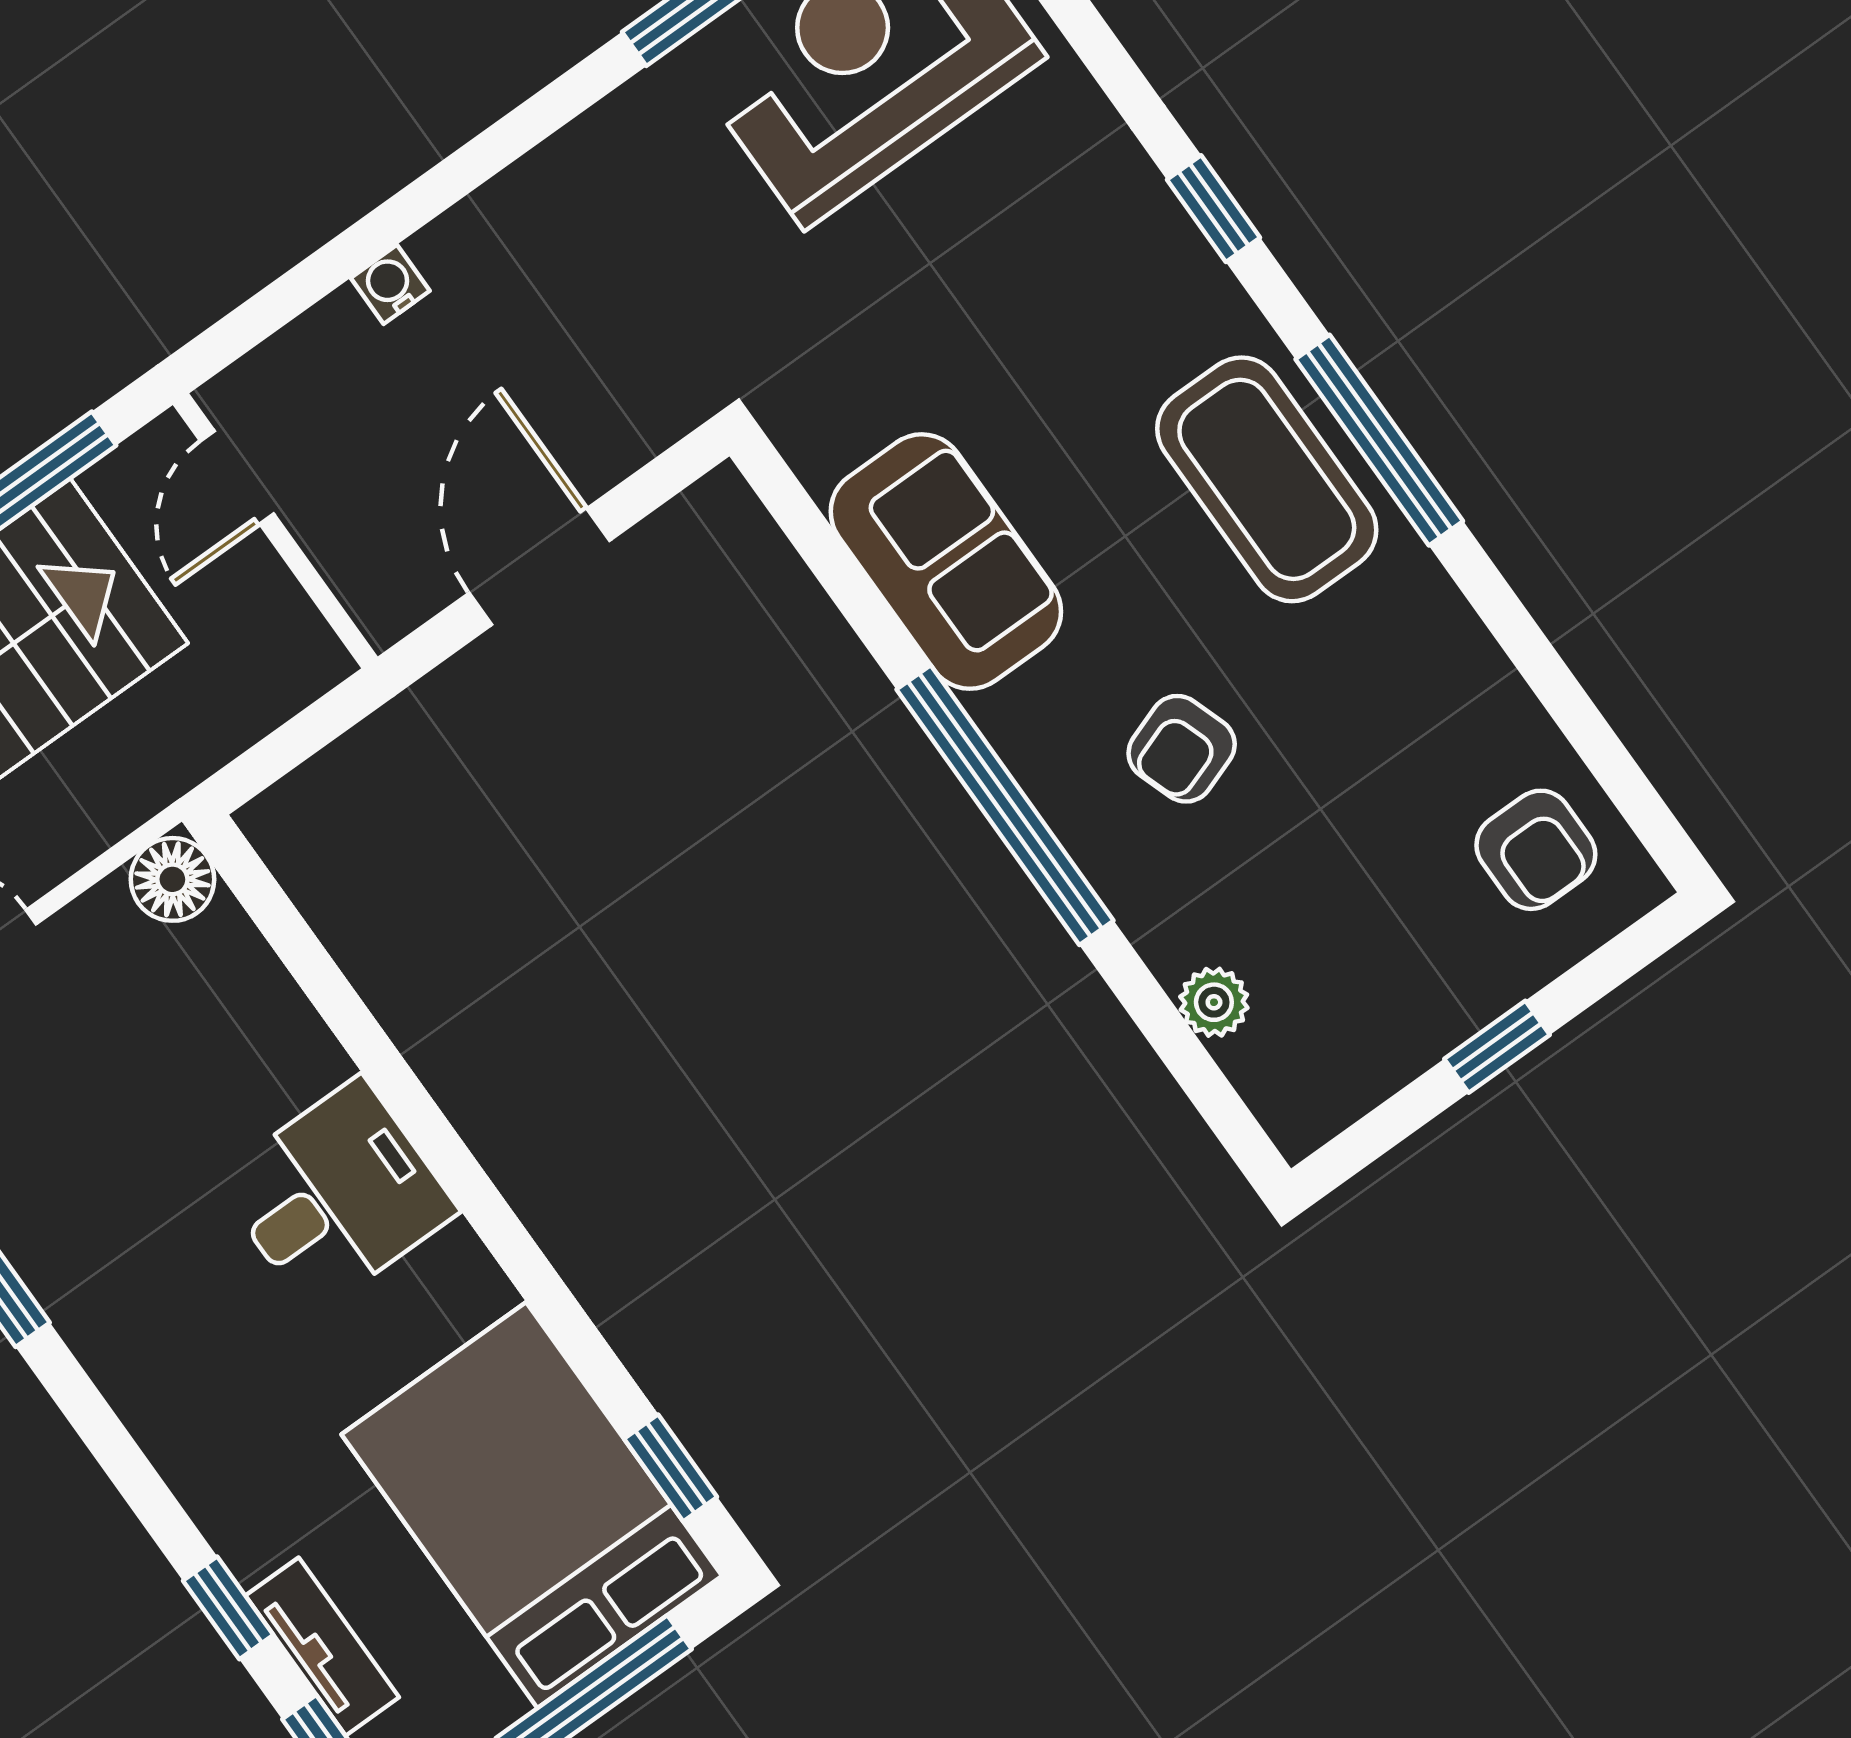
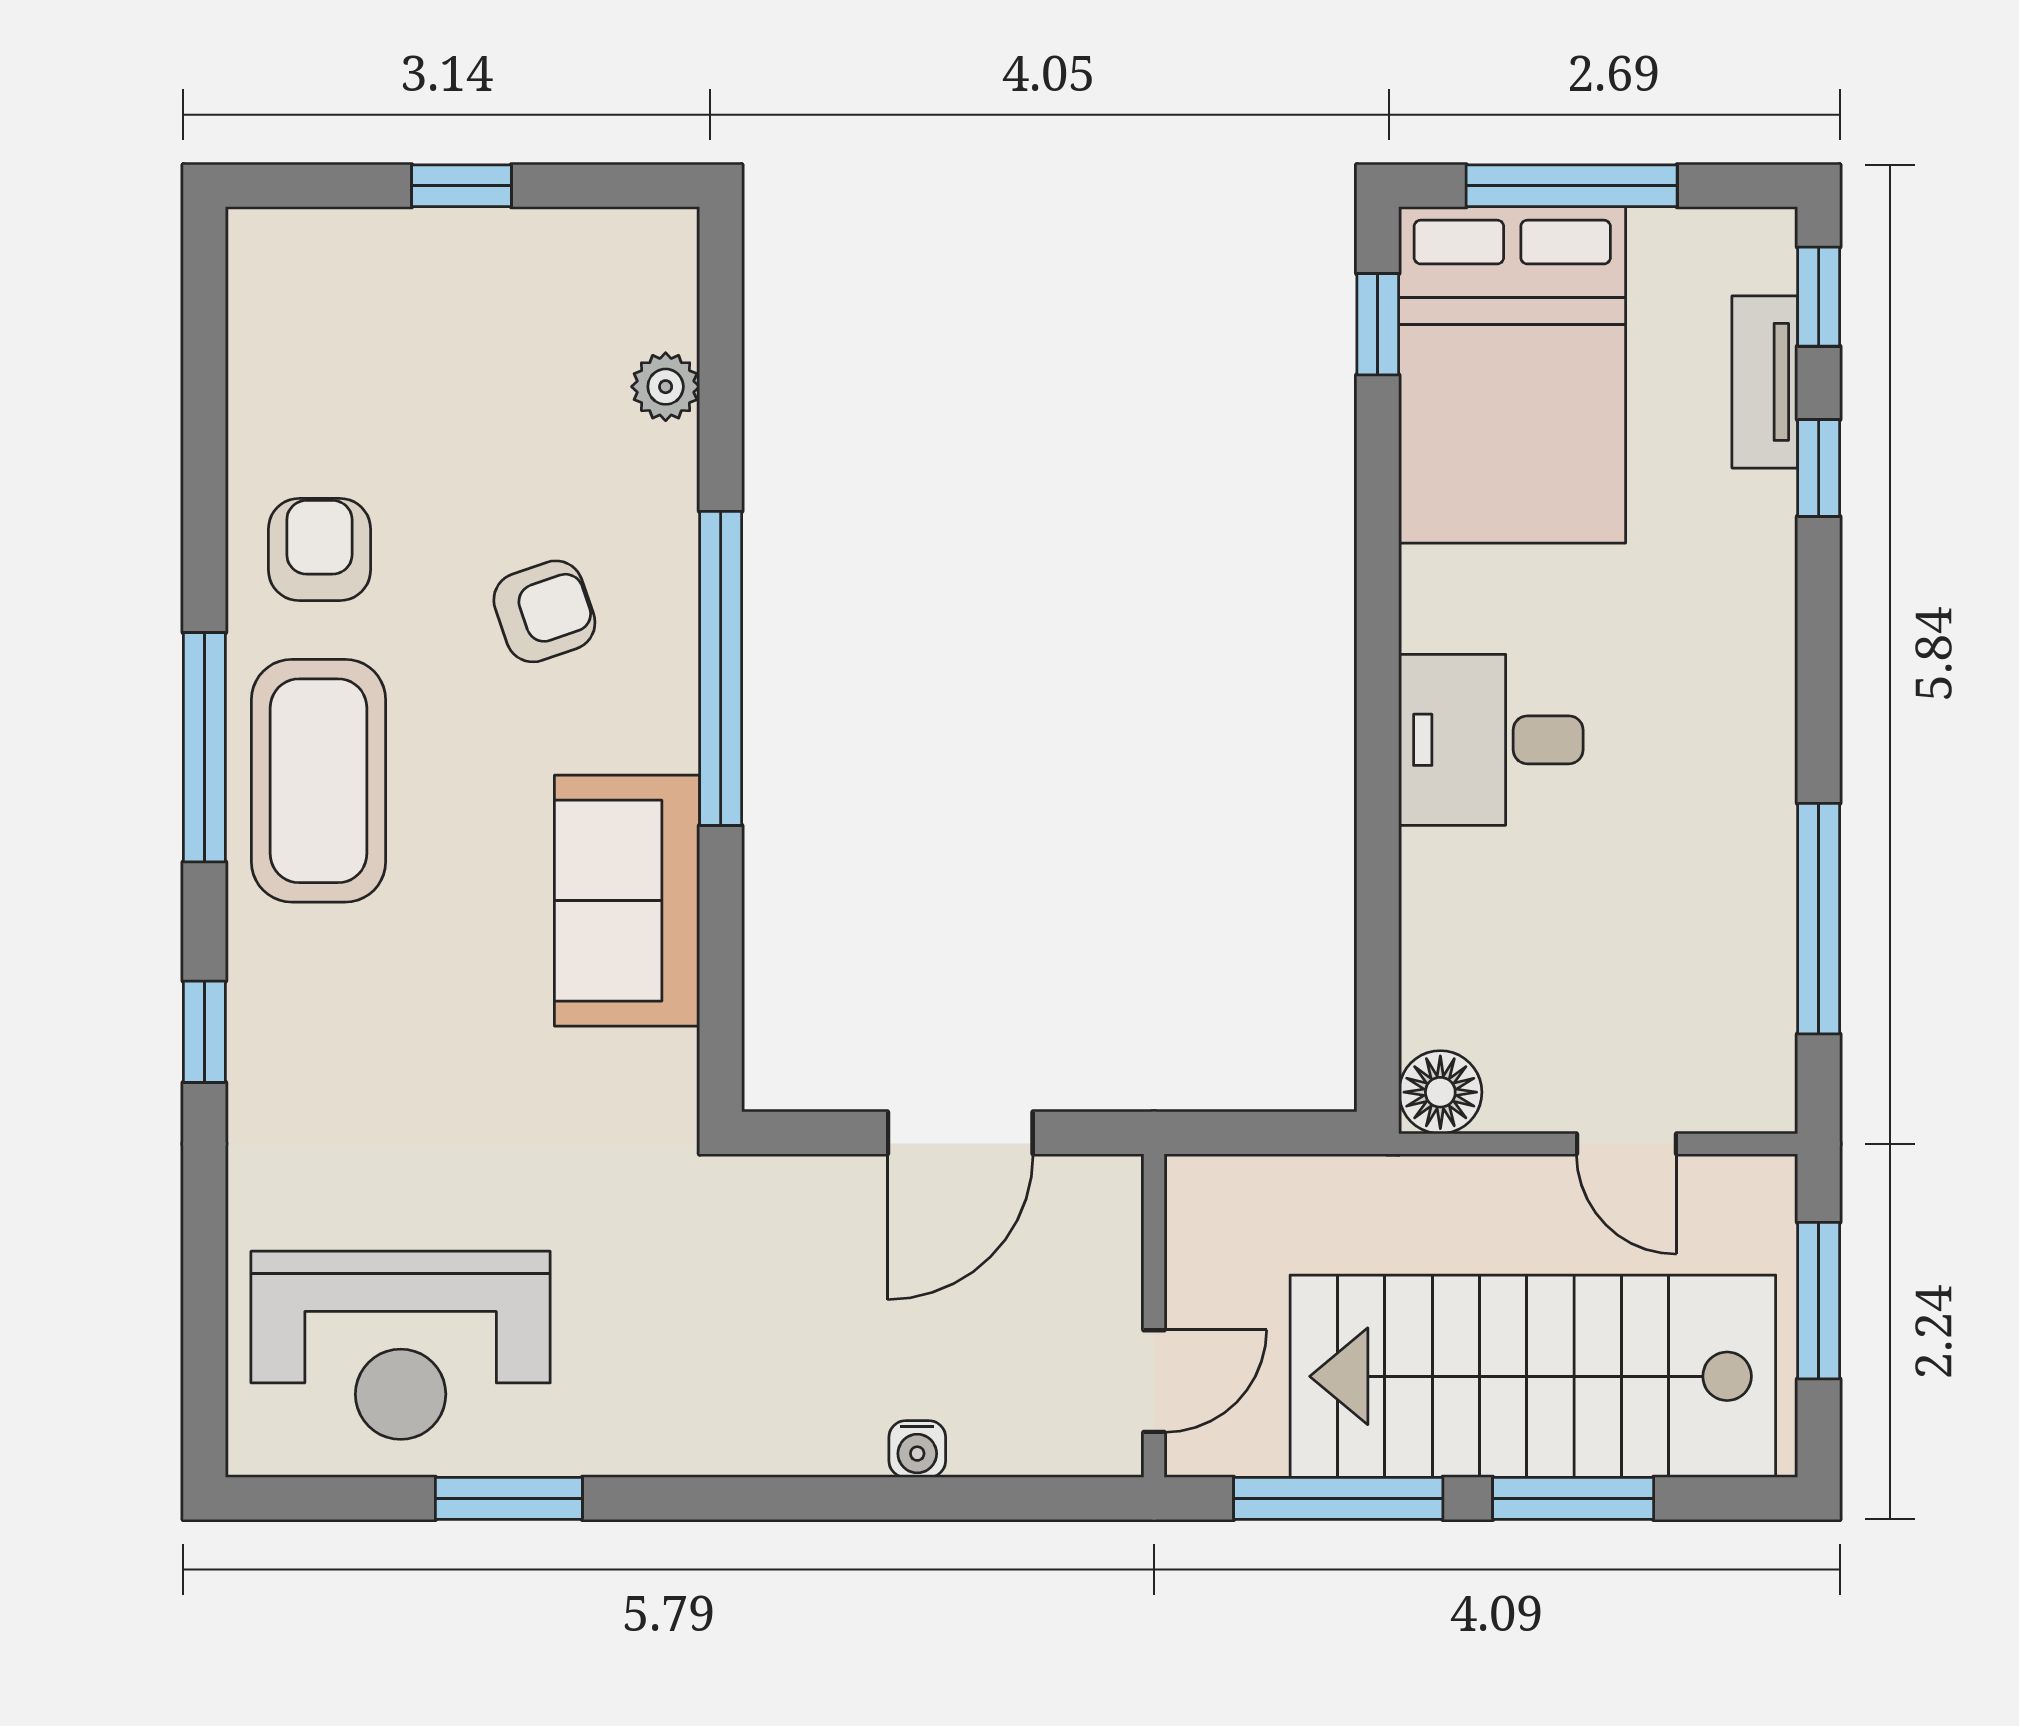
armchair: (1536, 850) -> (319, 549), moved

